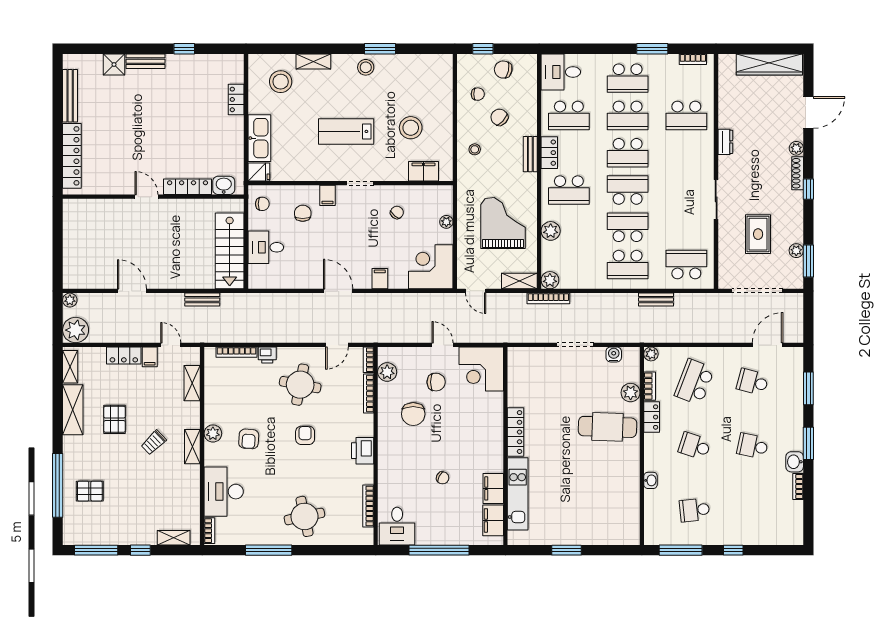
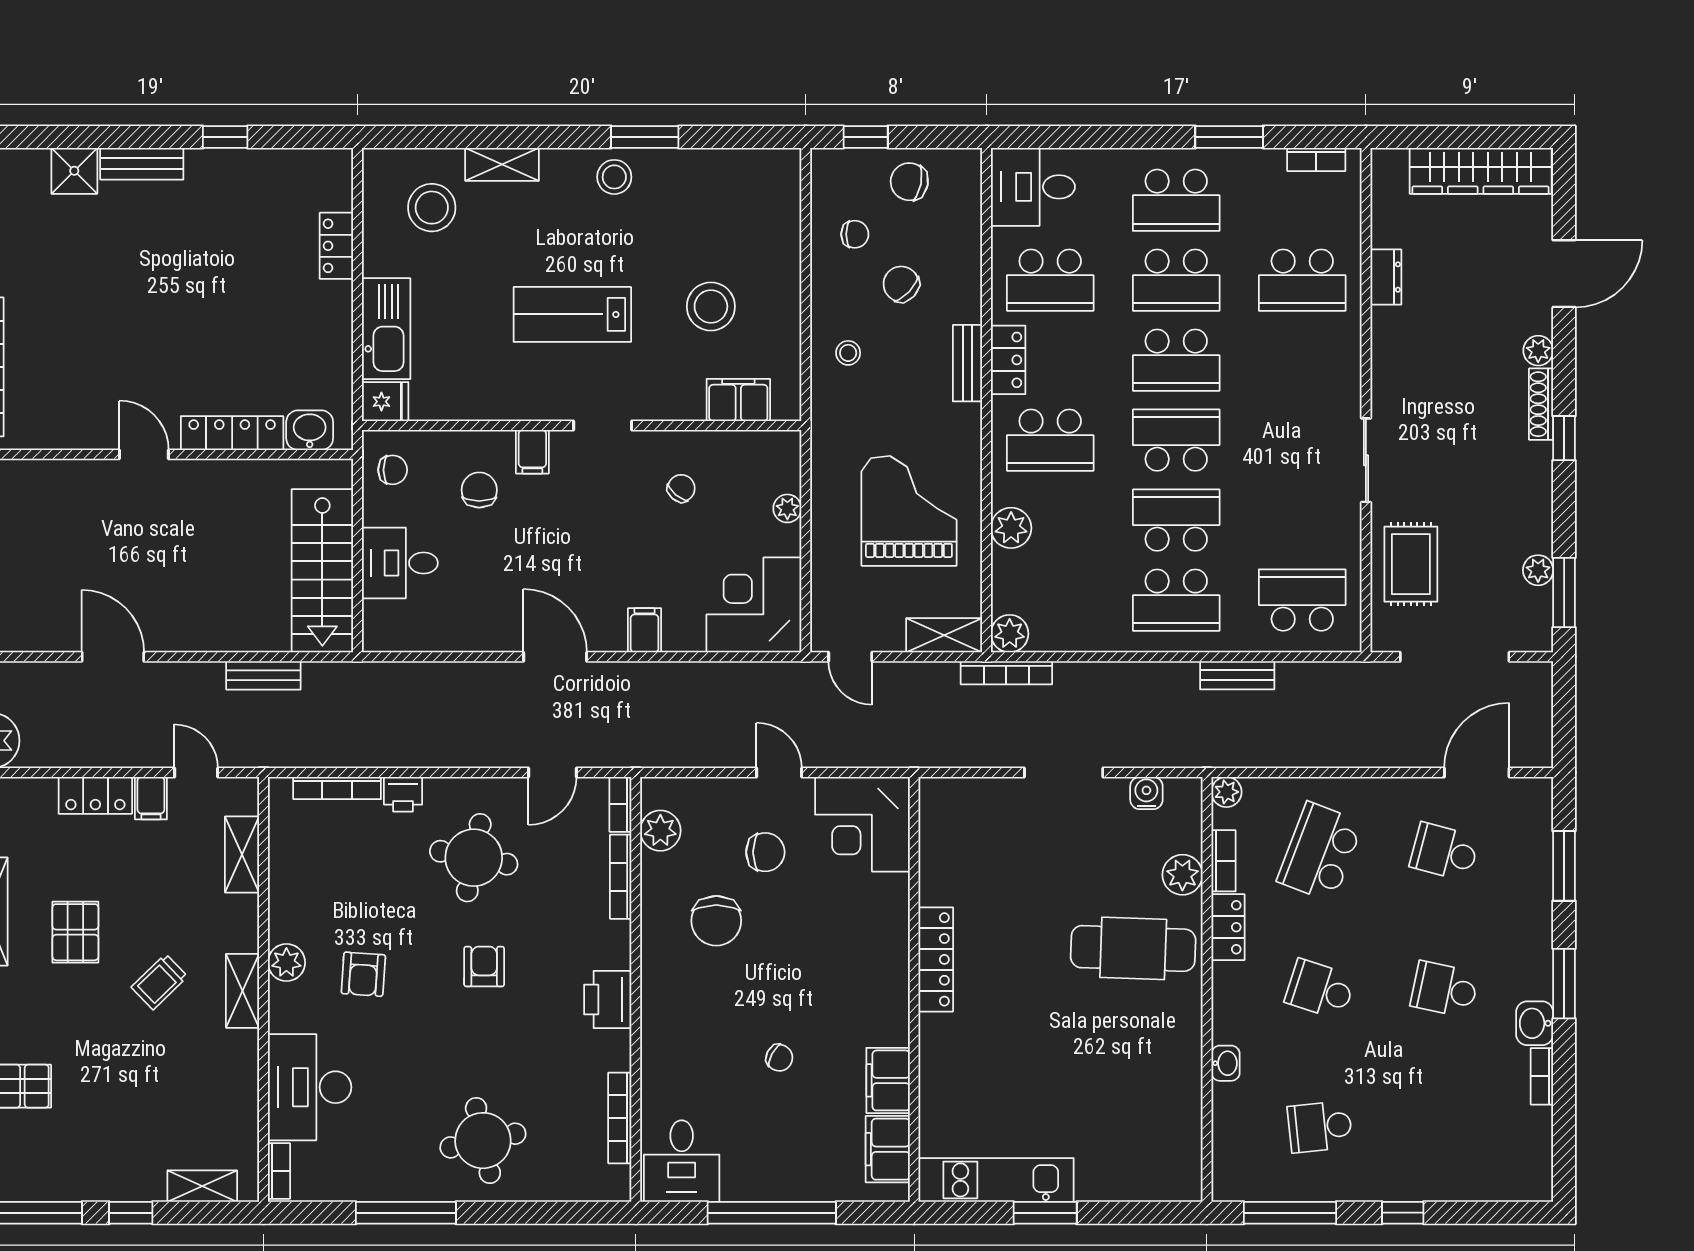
dresser: (725, 142) -> (1386, 277), moved
rug: (758, 234) -> (1411, 564), moved
kitchen unit: (518, 494) -> (996, 1180), moved, turned -90

